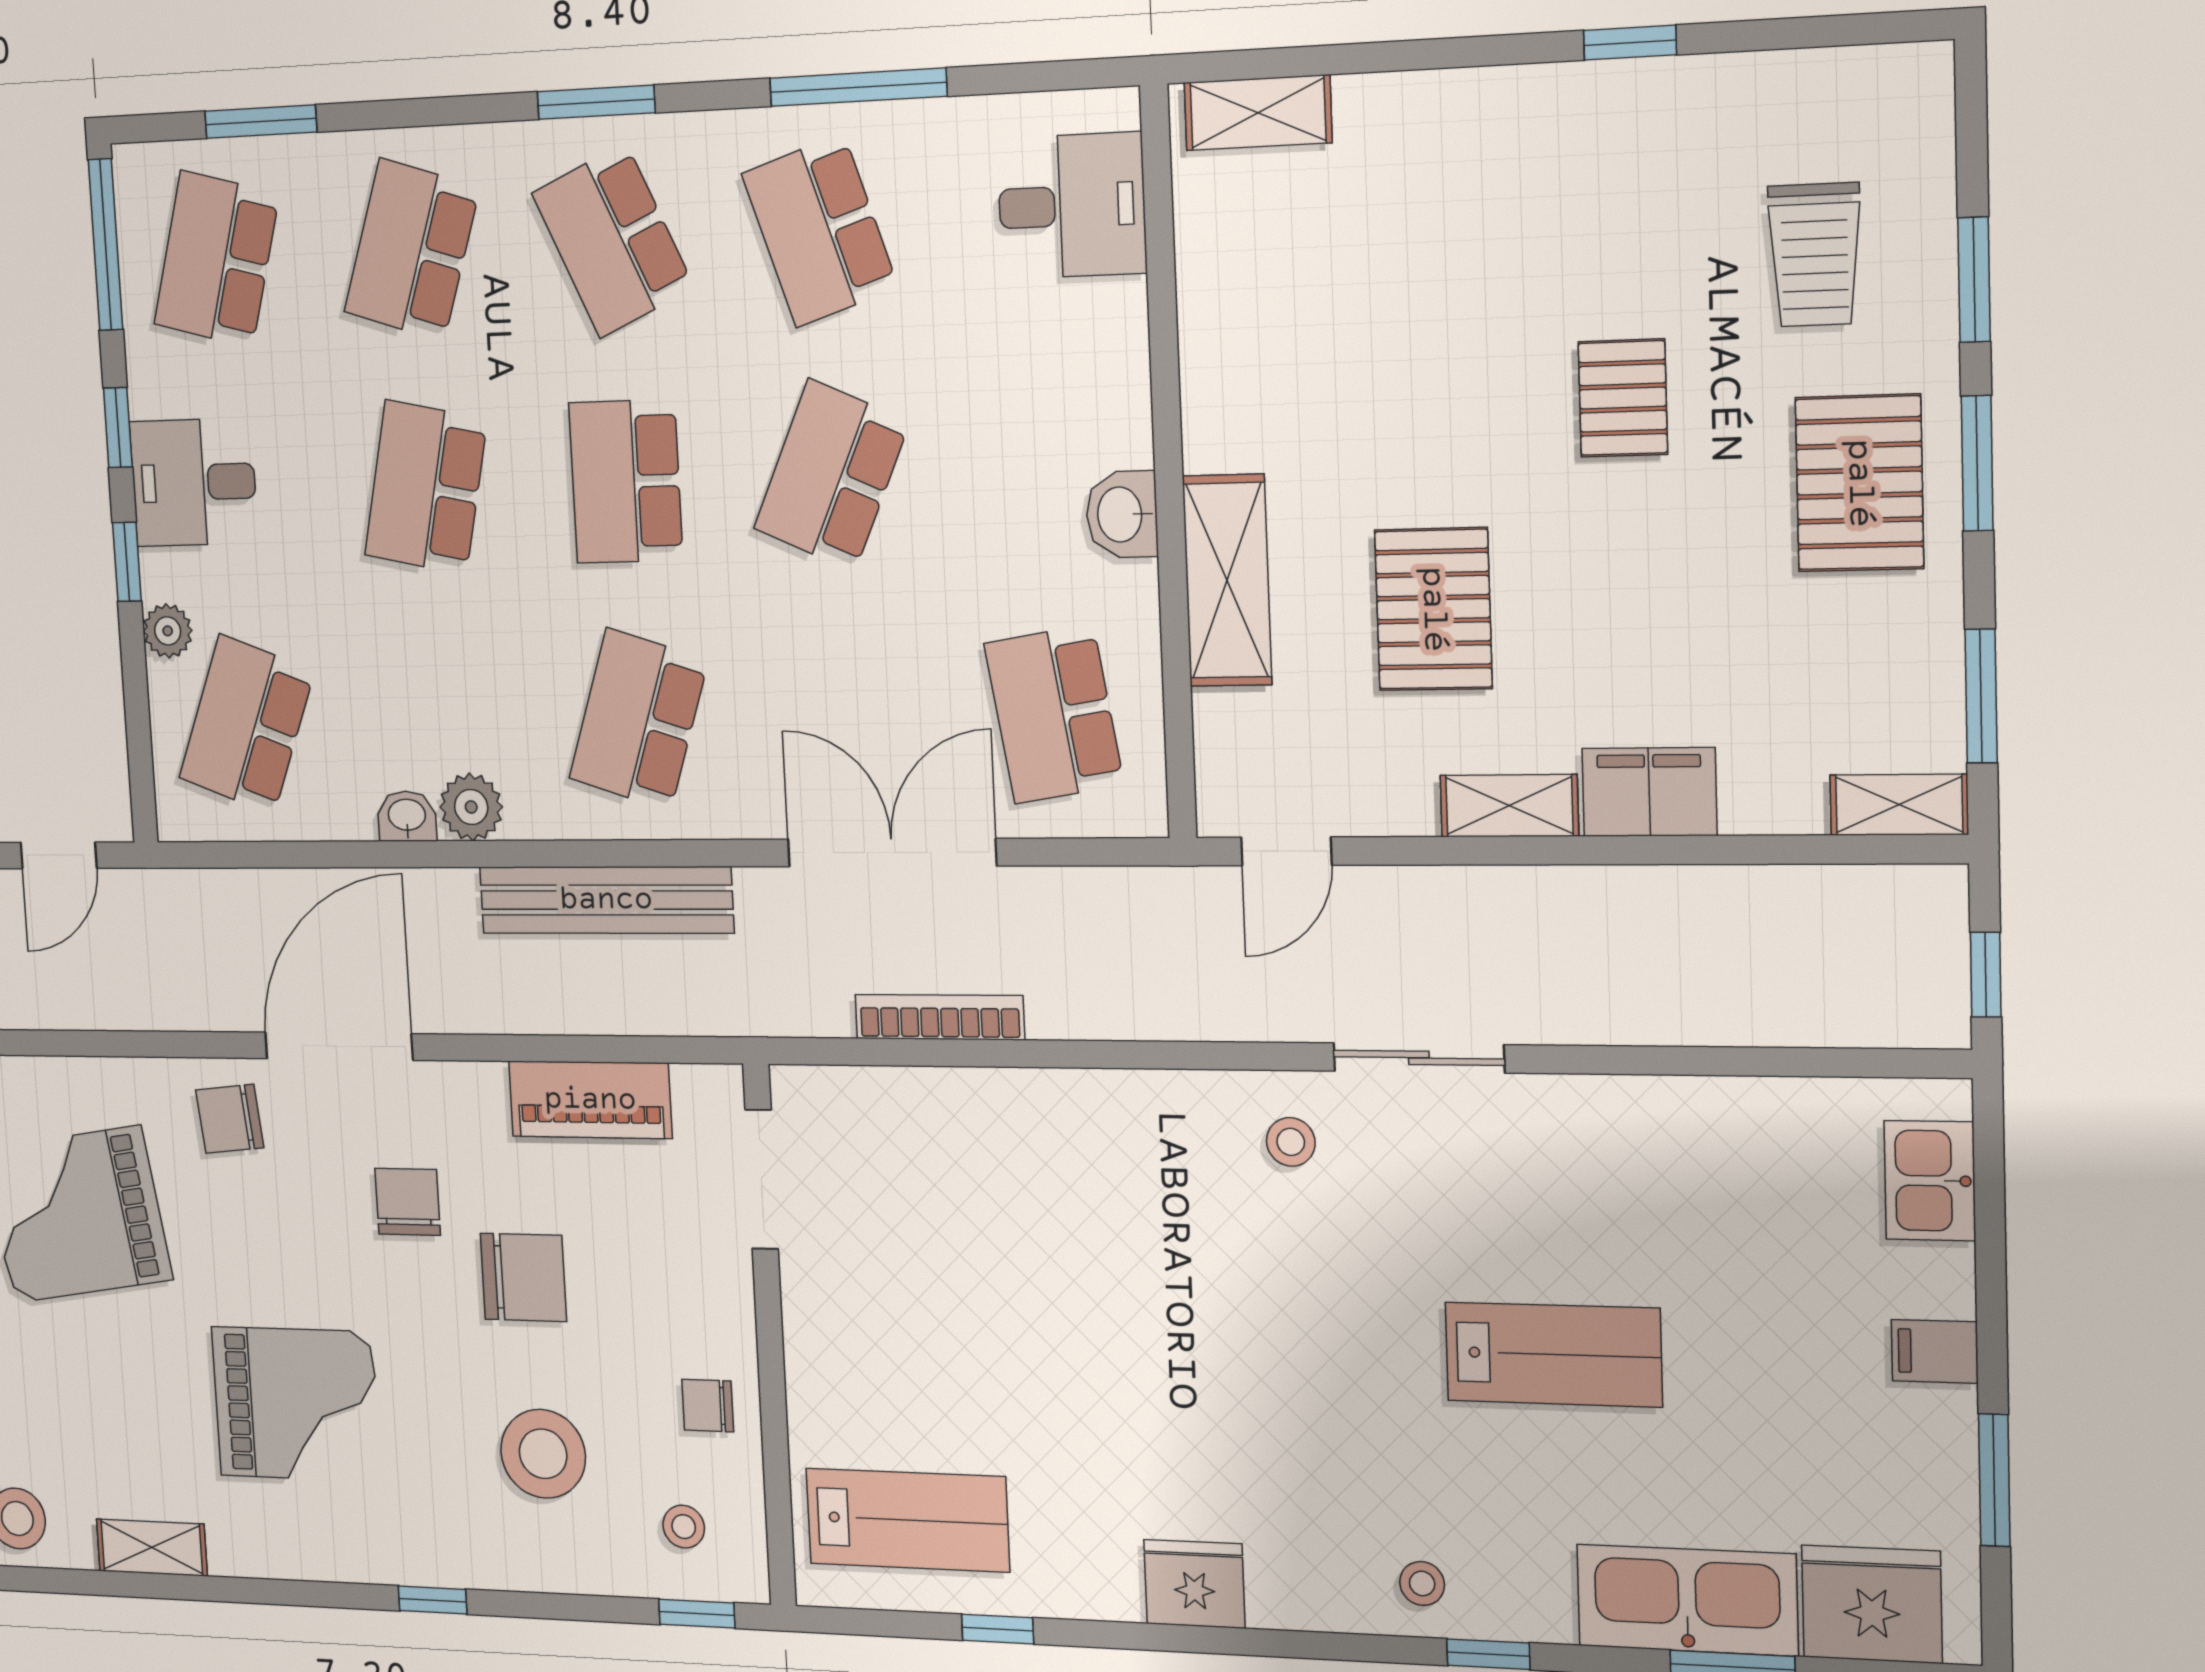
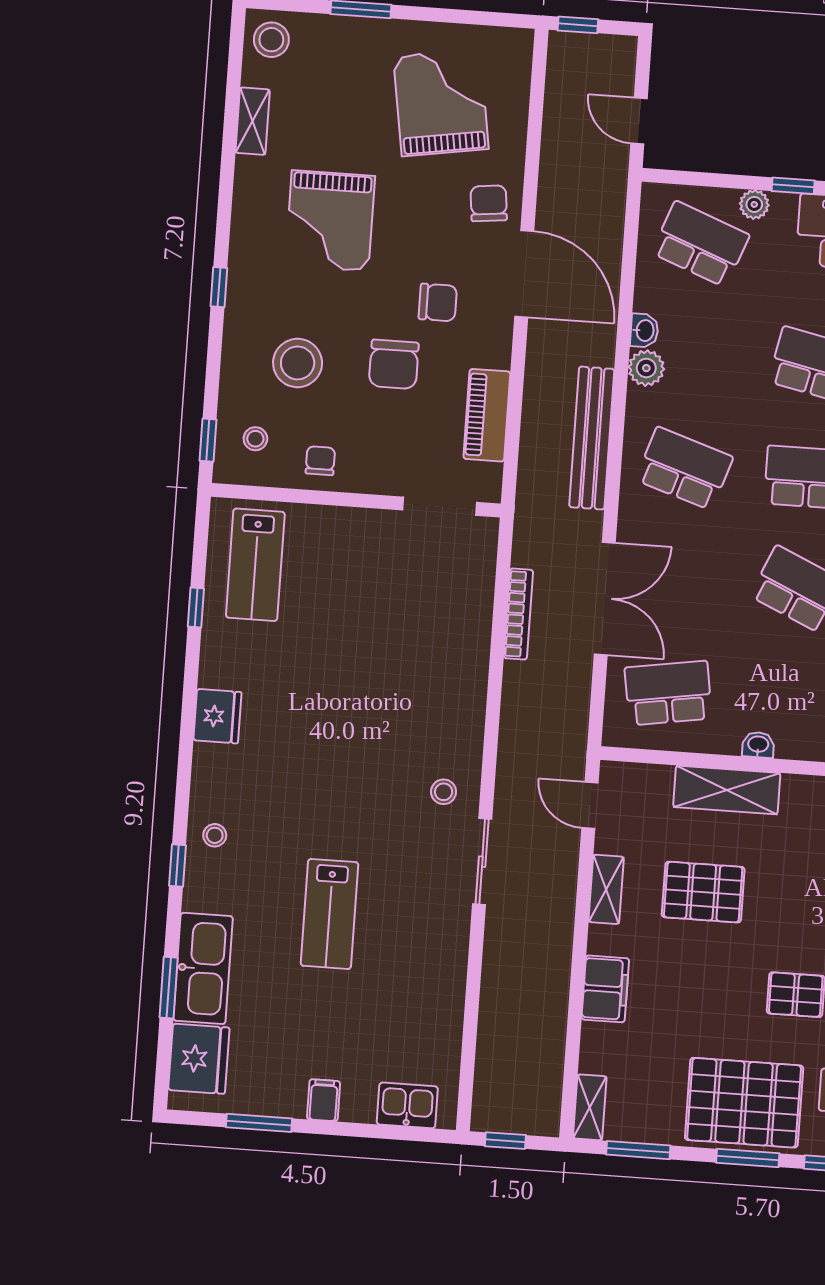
pallet: (1859, 483) -> (744, 1103), width x1.37, depth x1.41
washbasin: (1122, 514) -> (758, 745), width x0.72, depth x0.69
shelving: (1509, 806) -> (606, 889), moved

